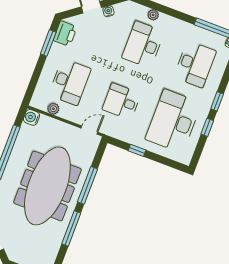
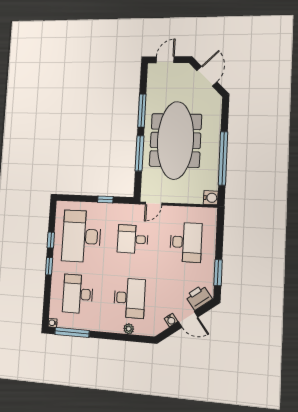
printer: (65, 34) -> (199, 297), moved, turned 53
desk: (70, 82) -> (186, 242), turned 180
desk: (122, 101) -> (133, 239), turned 180
plant: (53, 109) -> (193, 212), removed
desk: (173, 121) -> (82, 236), turned 180

